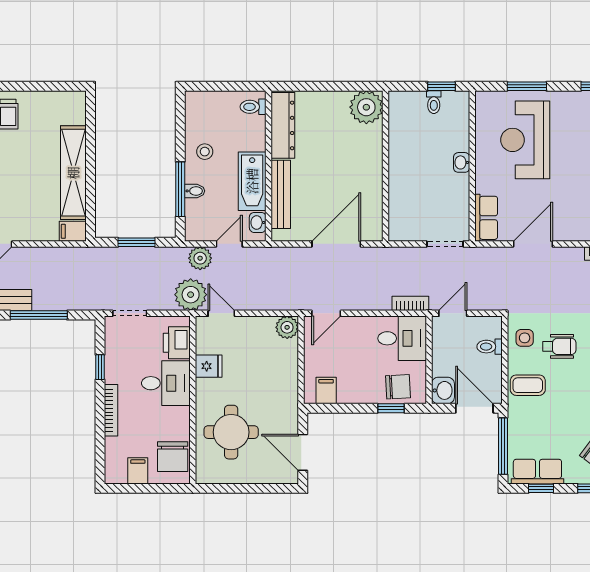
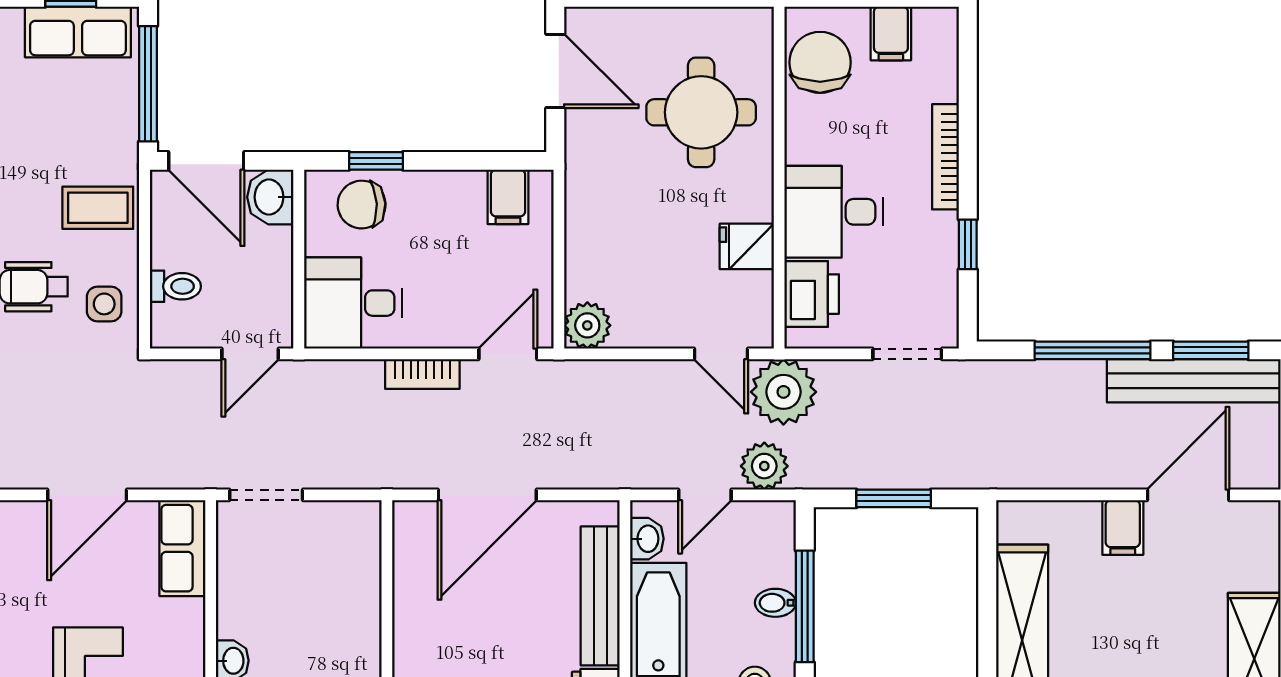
filing cabinet: (73, 231) -> (1123, 528), moved, turned 90
bookcase: (410, 303) -> (422, 374), moved

